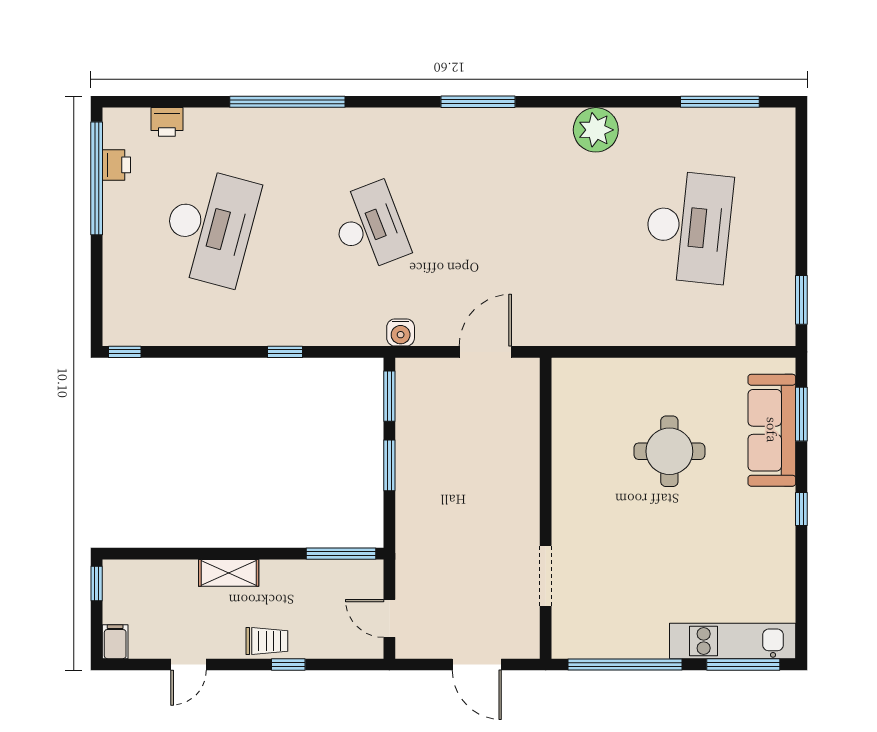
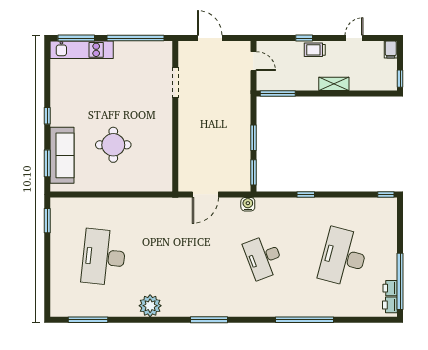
printer: (167, 122) -> (390, 305), moved, turned -90

